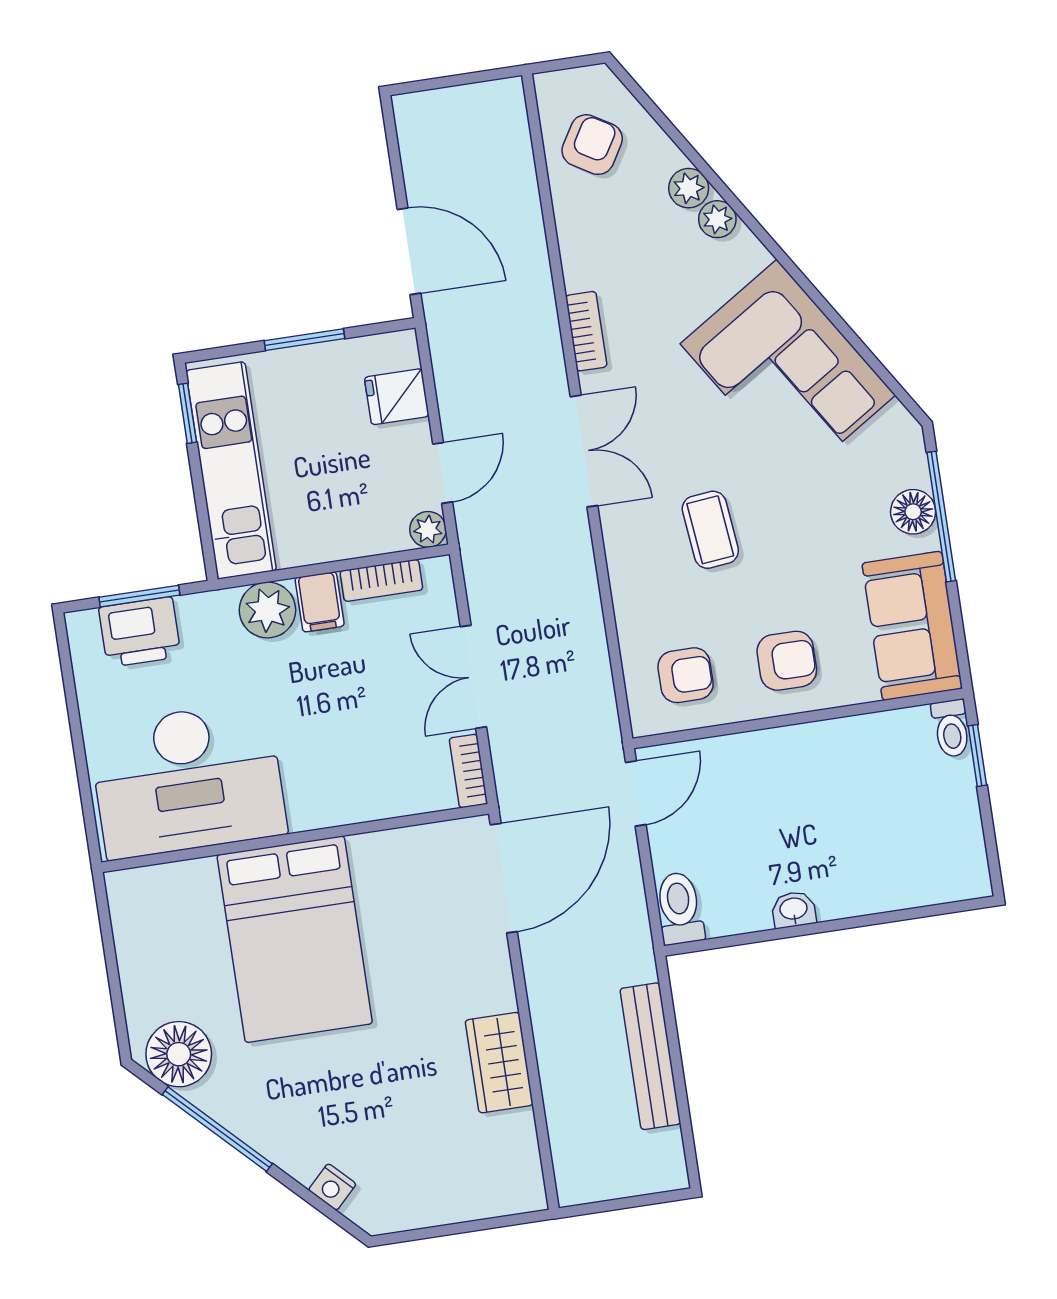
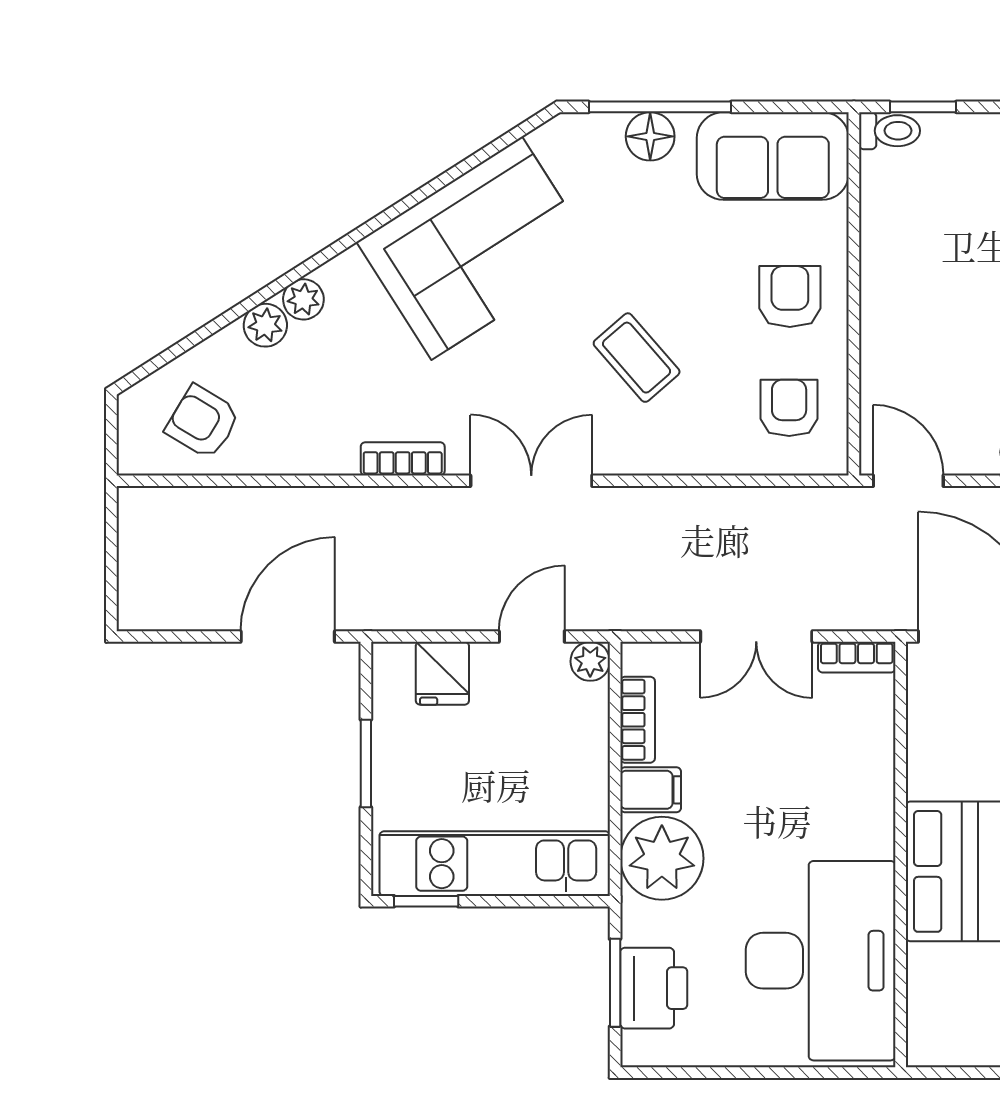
door: (443, 473) -> (532, 636), hinge flipped
coffee table: (710, 530) -> (637, 358), turned 55
plant: (267, 610) -> (662, 858), width x1.36, depth x1.36

